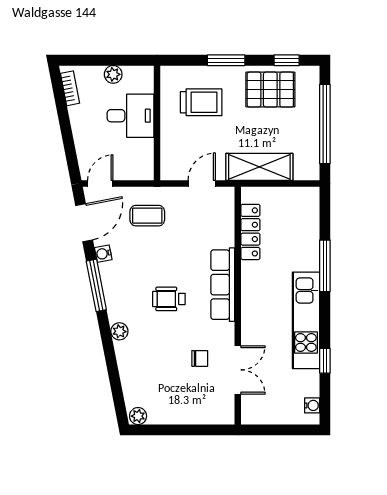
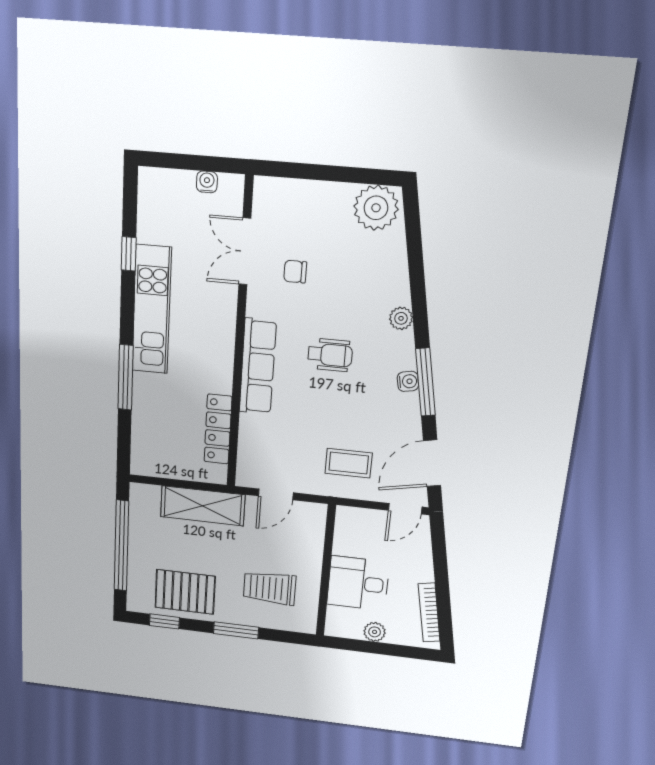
bookcase: (70, 88) -> (429, 613), width x1.56
water cooler: (103, 254) -> (408, 381), moved
water cooler: (312, 405) -> (207, 182), moved, turned 90
plant: (138, 416) -> (376, 208), width x1.87, depth x1.87

